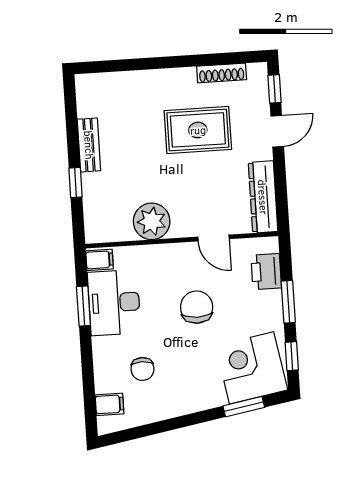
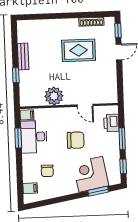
dresser: (263, 197) -> (111, 85), removed
chair: (197, 307) -> (76, 140), turned 91
corner desk: (252, 368) -> (91, 174), moved

